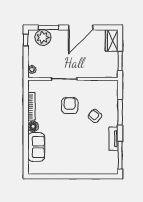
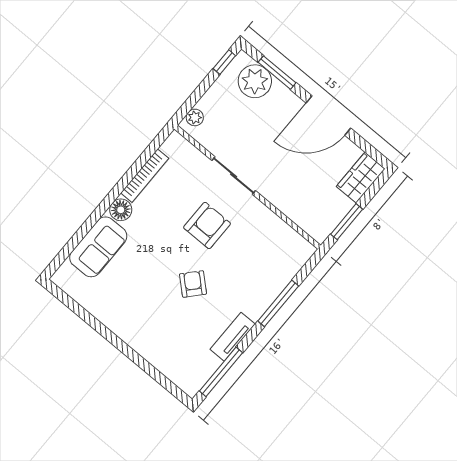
armchair: (95, 116) -> (193, 284), moved

